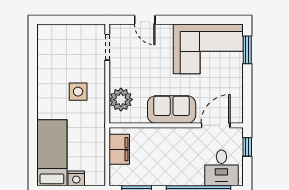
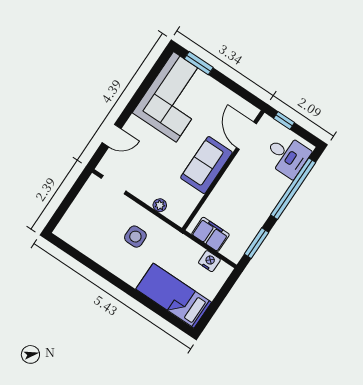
plant: (121, 100) -> (160, 205), width x0.53, depth x0.53
nightstand: (76, 178) -> (209, 261), moved, turned -90

